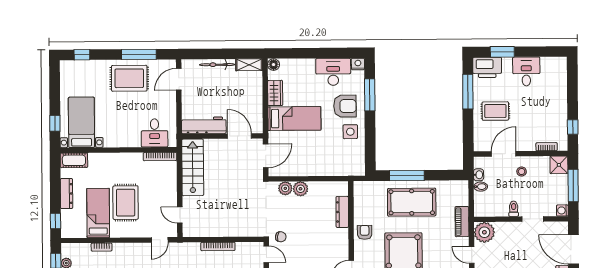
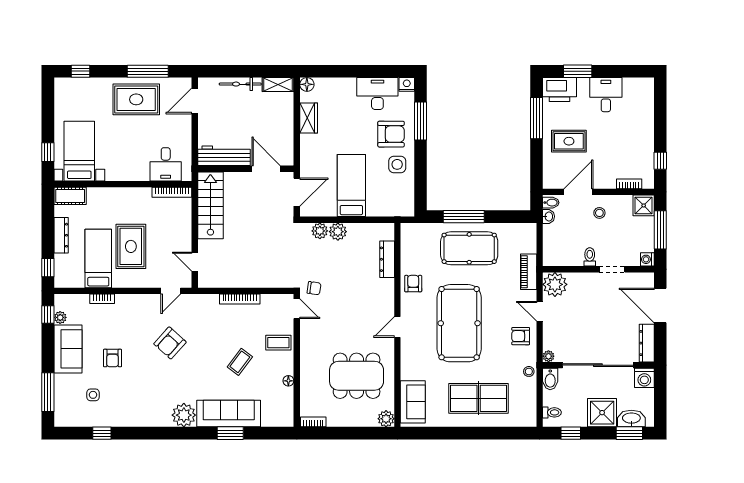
bed: (294, 118) -> (351, 185), moved, turned -90
bidet: (481, 187) -> (551, 203), moved

